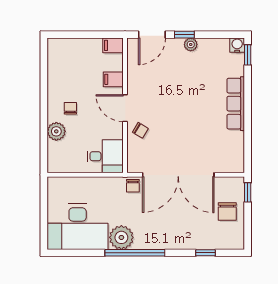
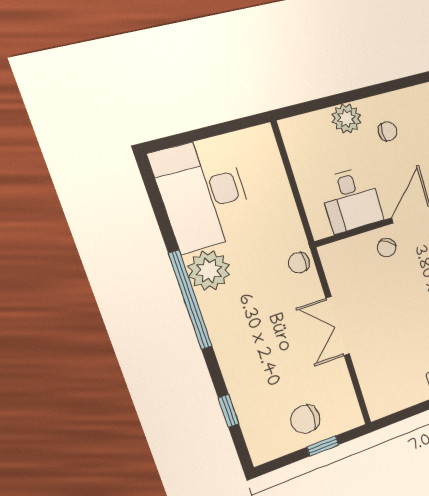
desk: (105, 156) -> (351, 200), moved
double door: (178, 175) -> (338, 326), width x0.54
window: (248, 192) -> (323, 446), moved

